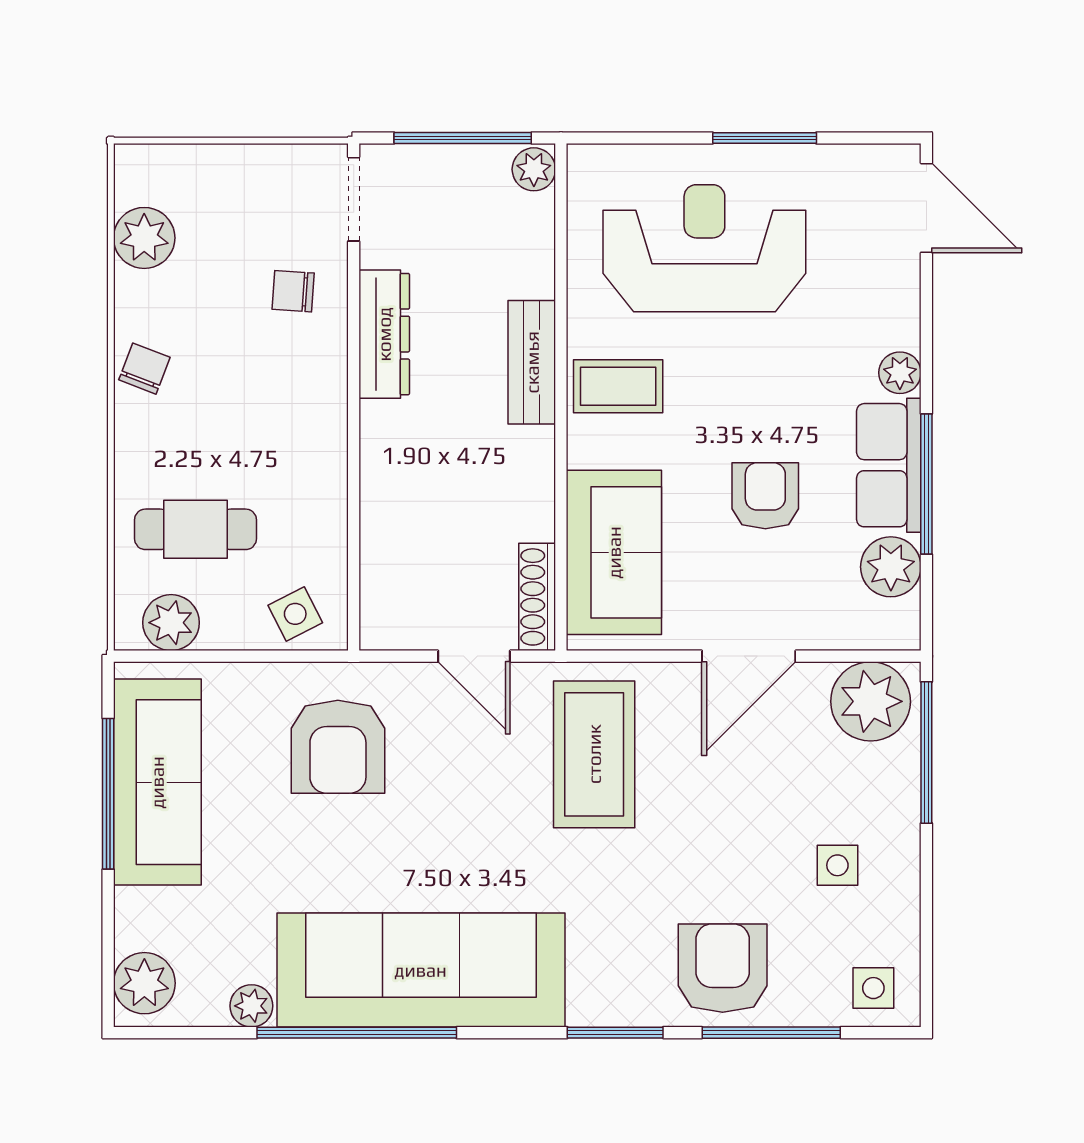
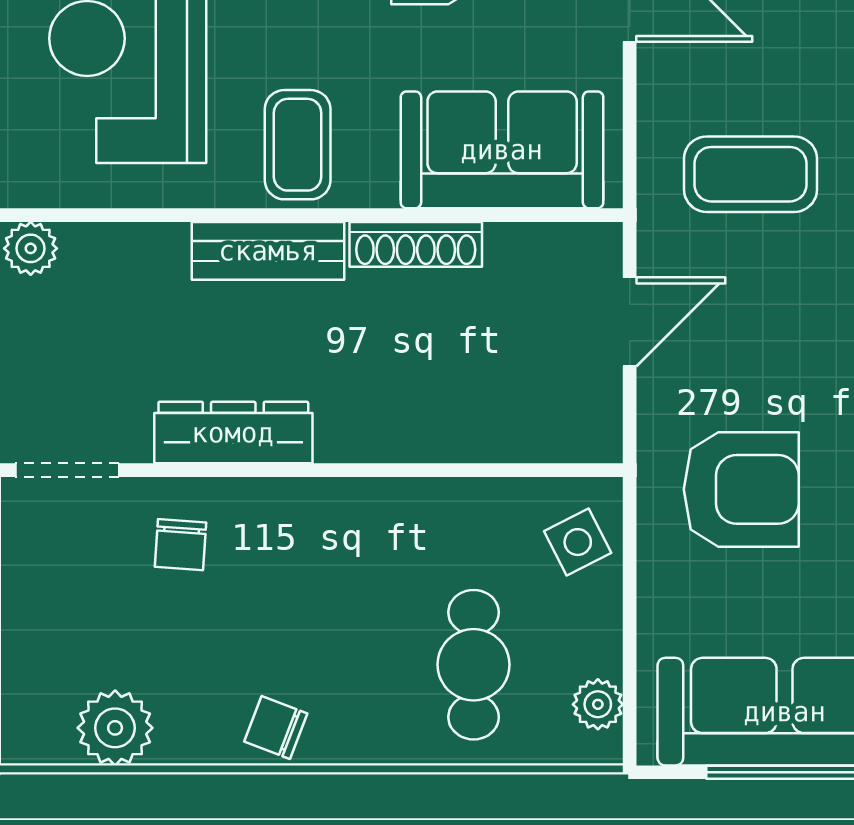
shoe rack: (537, 597) -> (416, 244), moved
plant: (171, 623) -> (598, 704), width x0.73, depth x0.73
coffee table: (594, 754) -> (750, 174), width x0.73, depth x0.76

